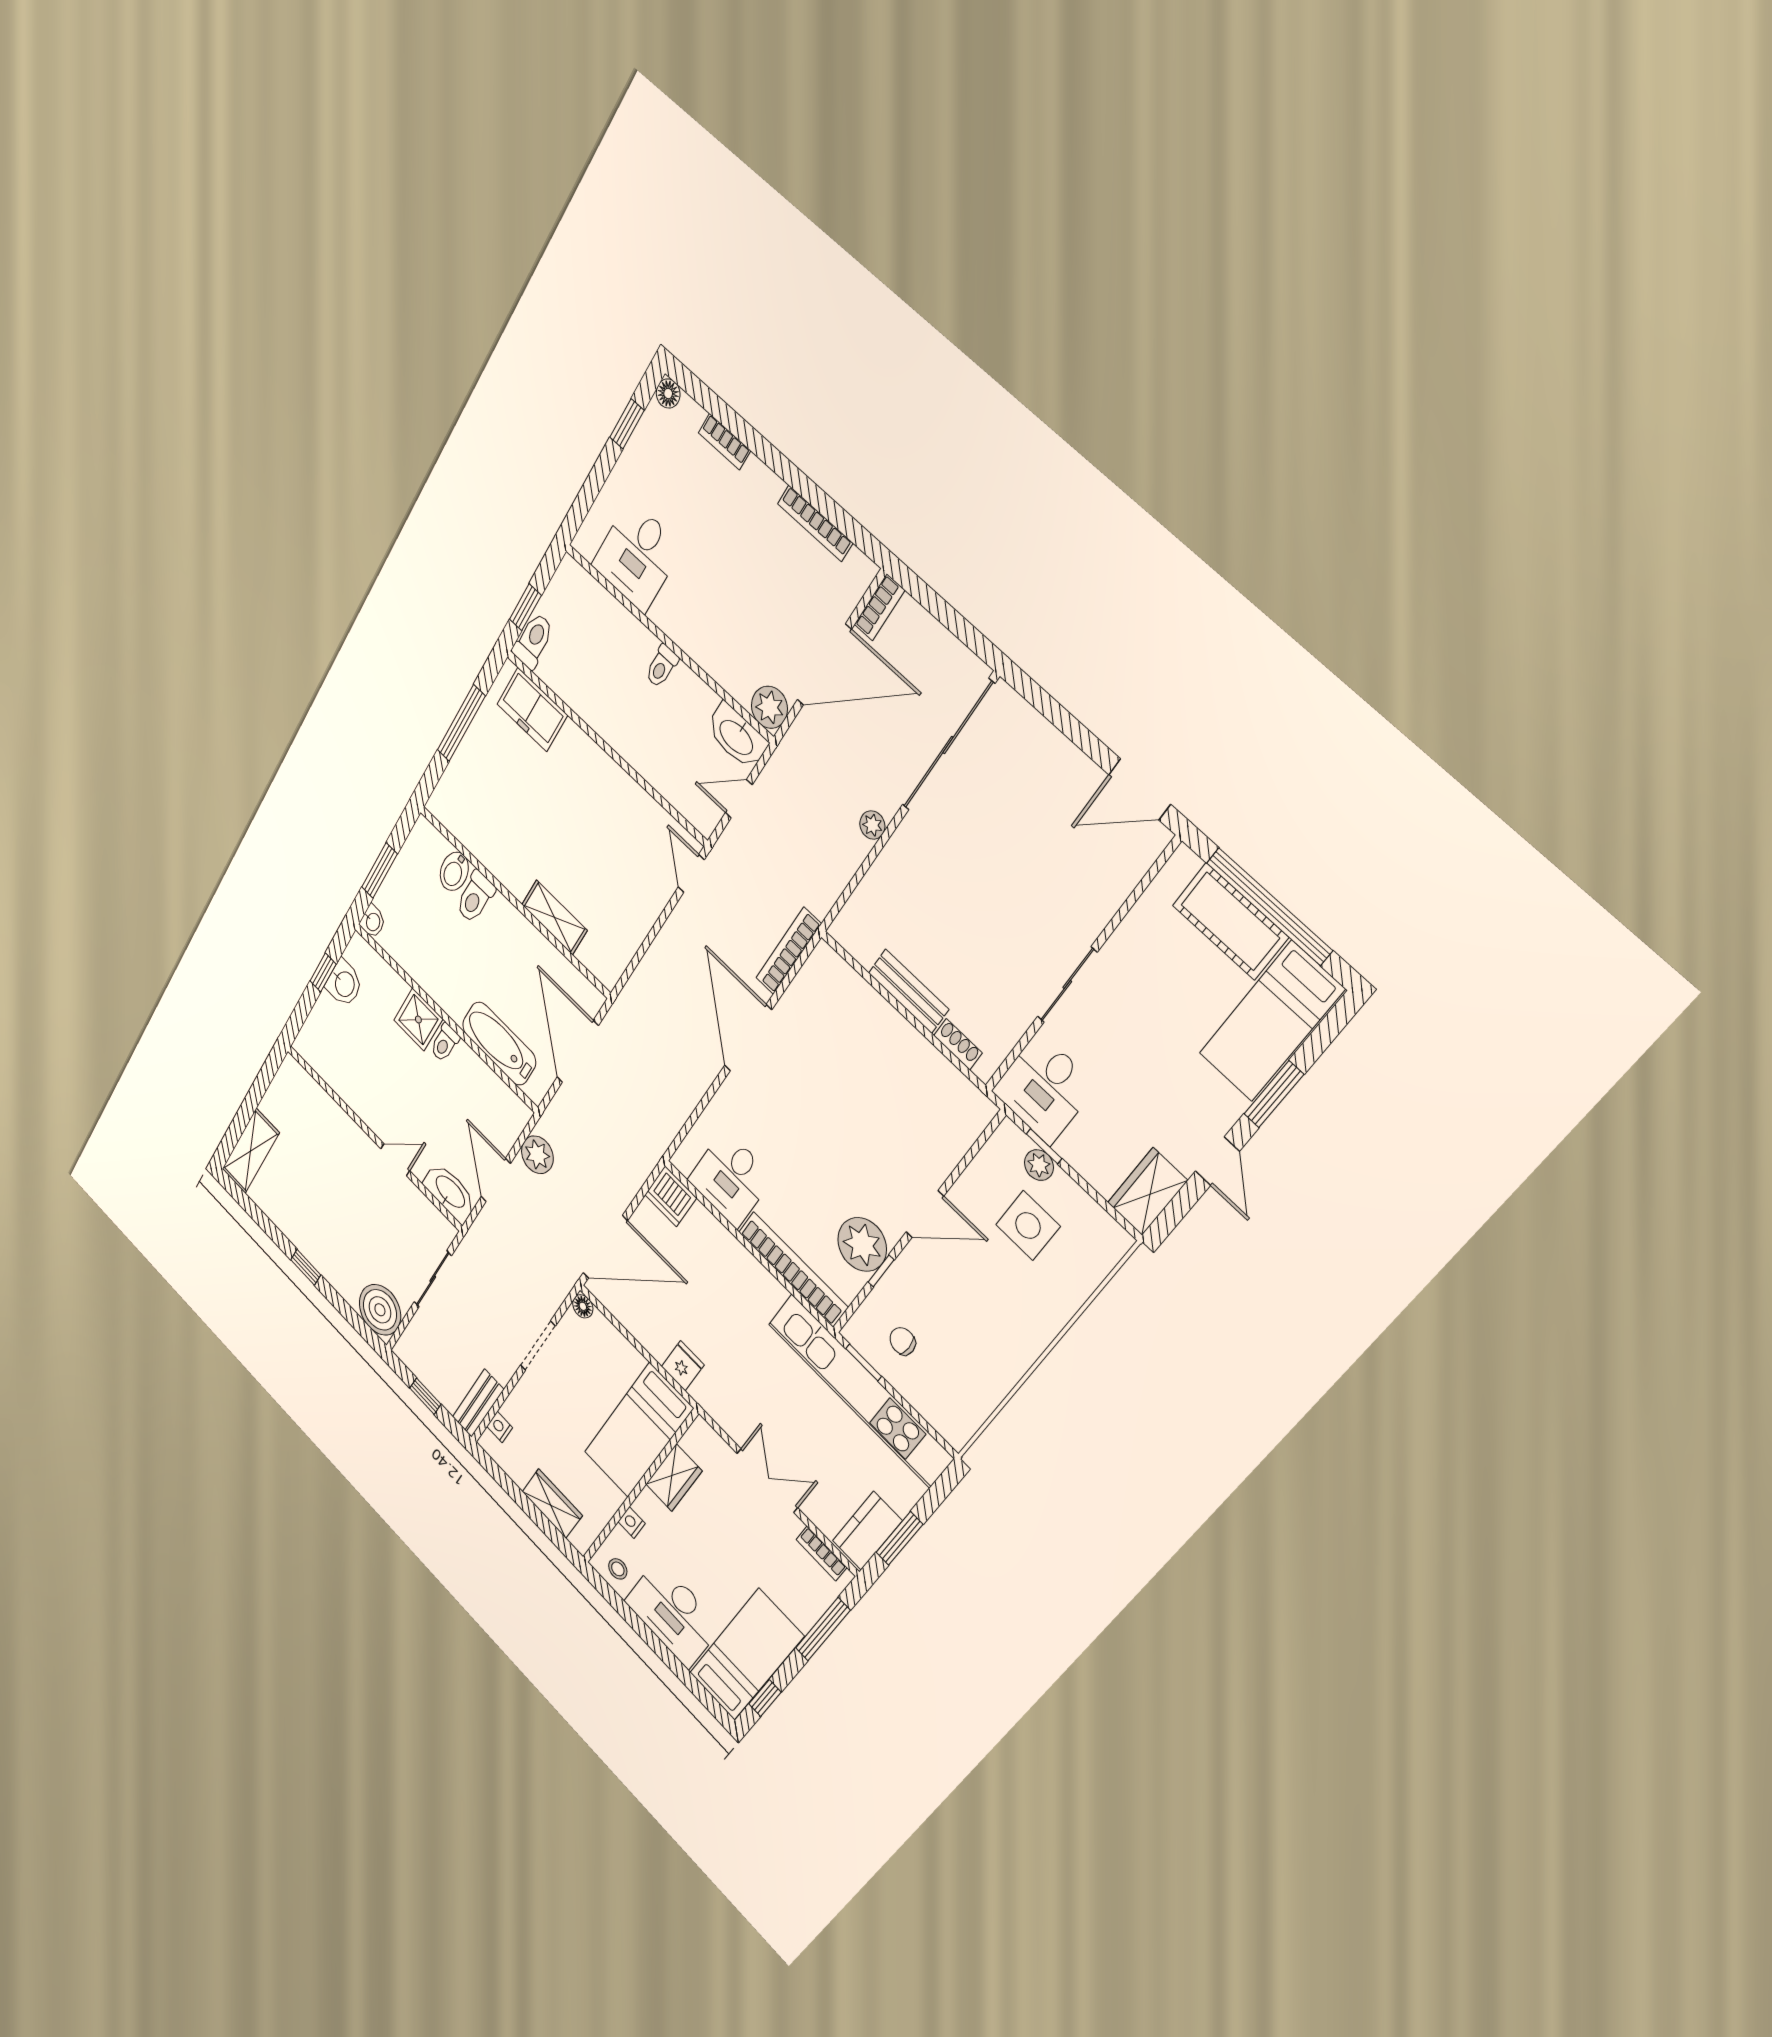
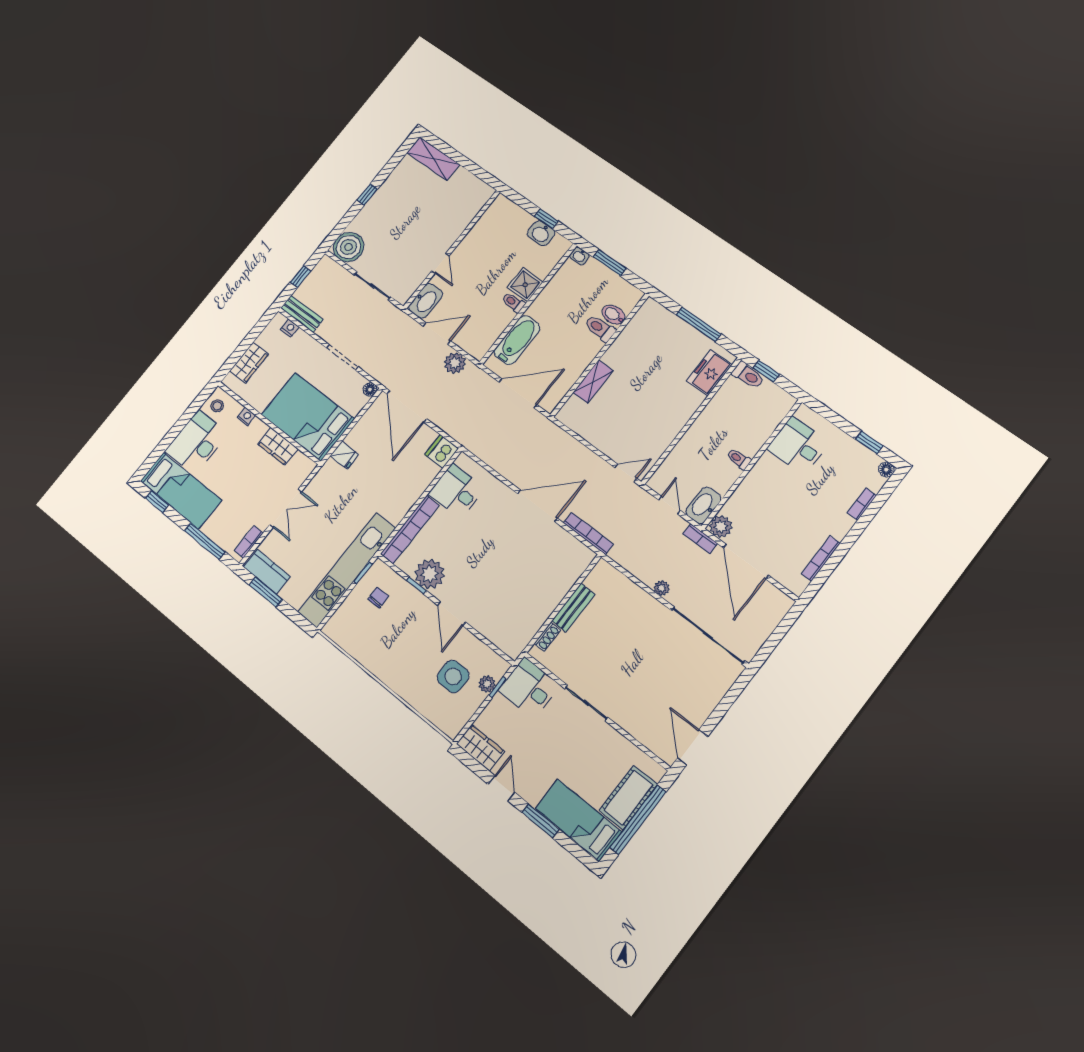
bookcase: (880, 607) -> (700, 539), moved
door: (1217, 1161) -> (501, 788), swing flipped
bed: (639, 1430) -> (308, 417), width x1.50

